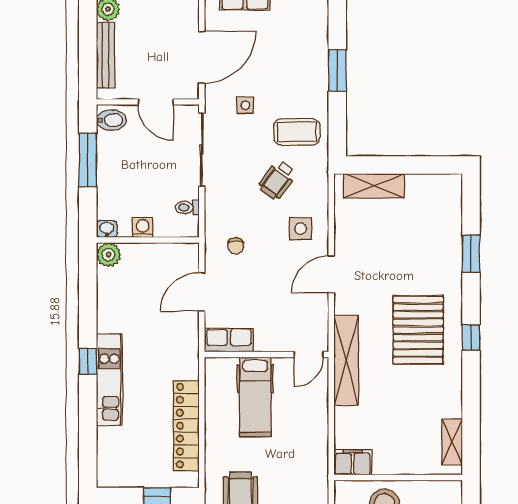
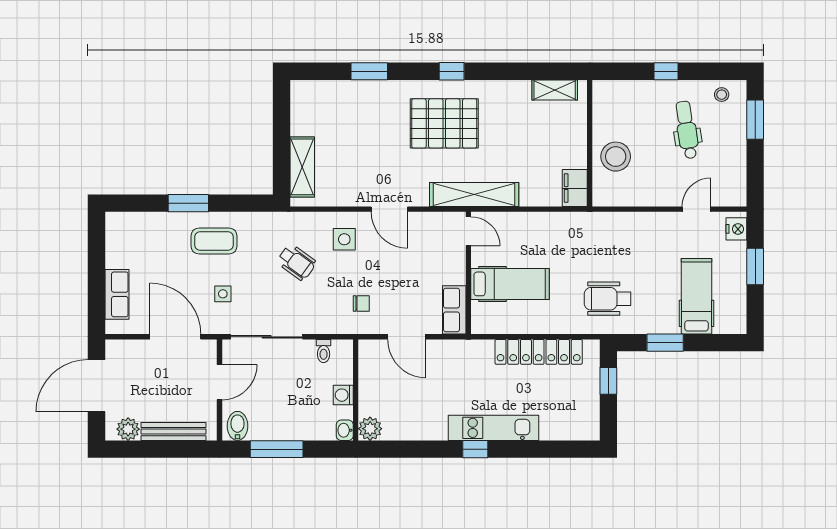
coffee table: (297, 132) -> (214, 241), moved, turned 90

